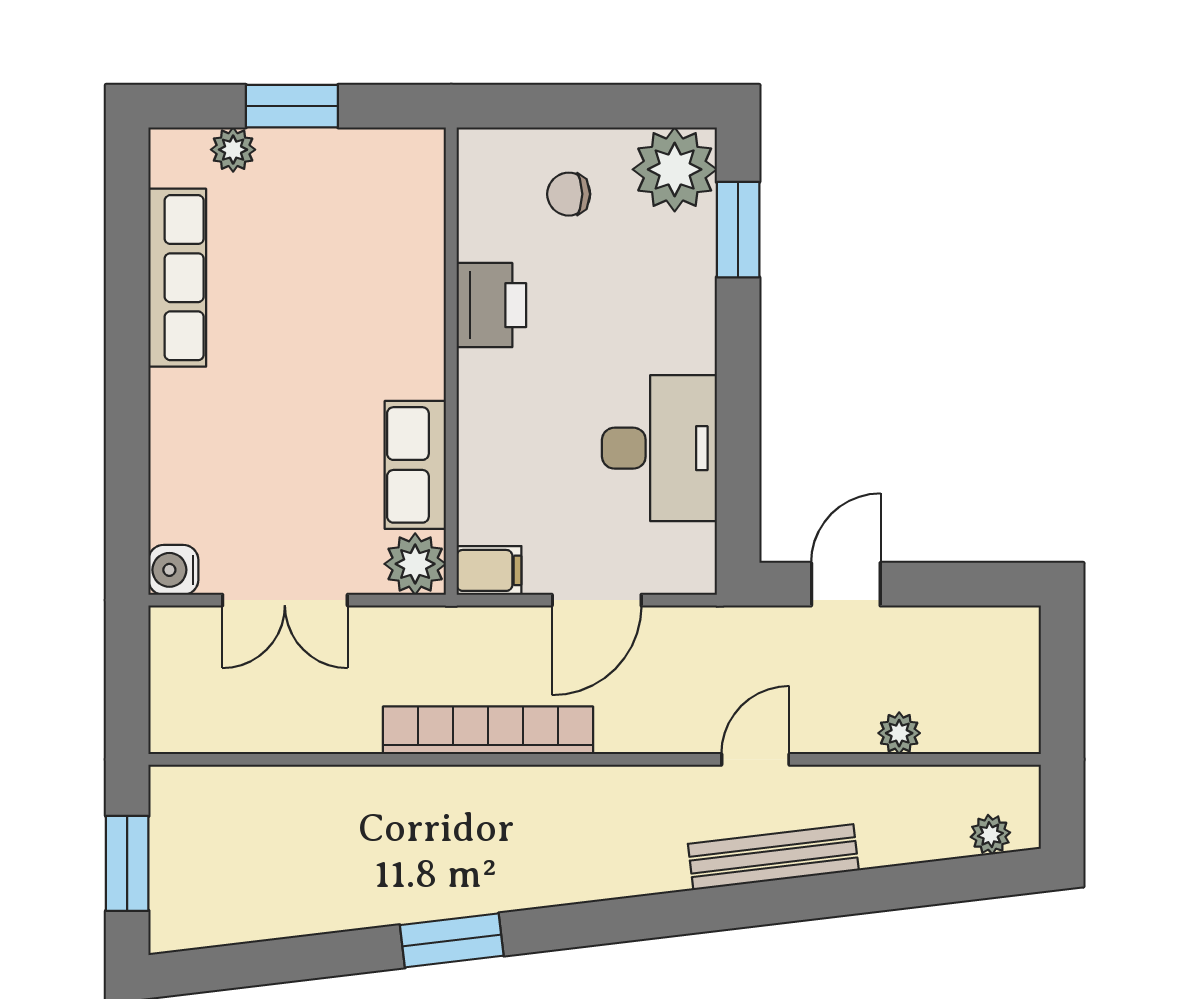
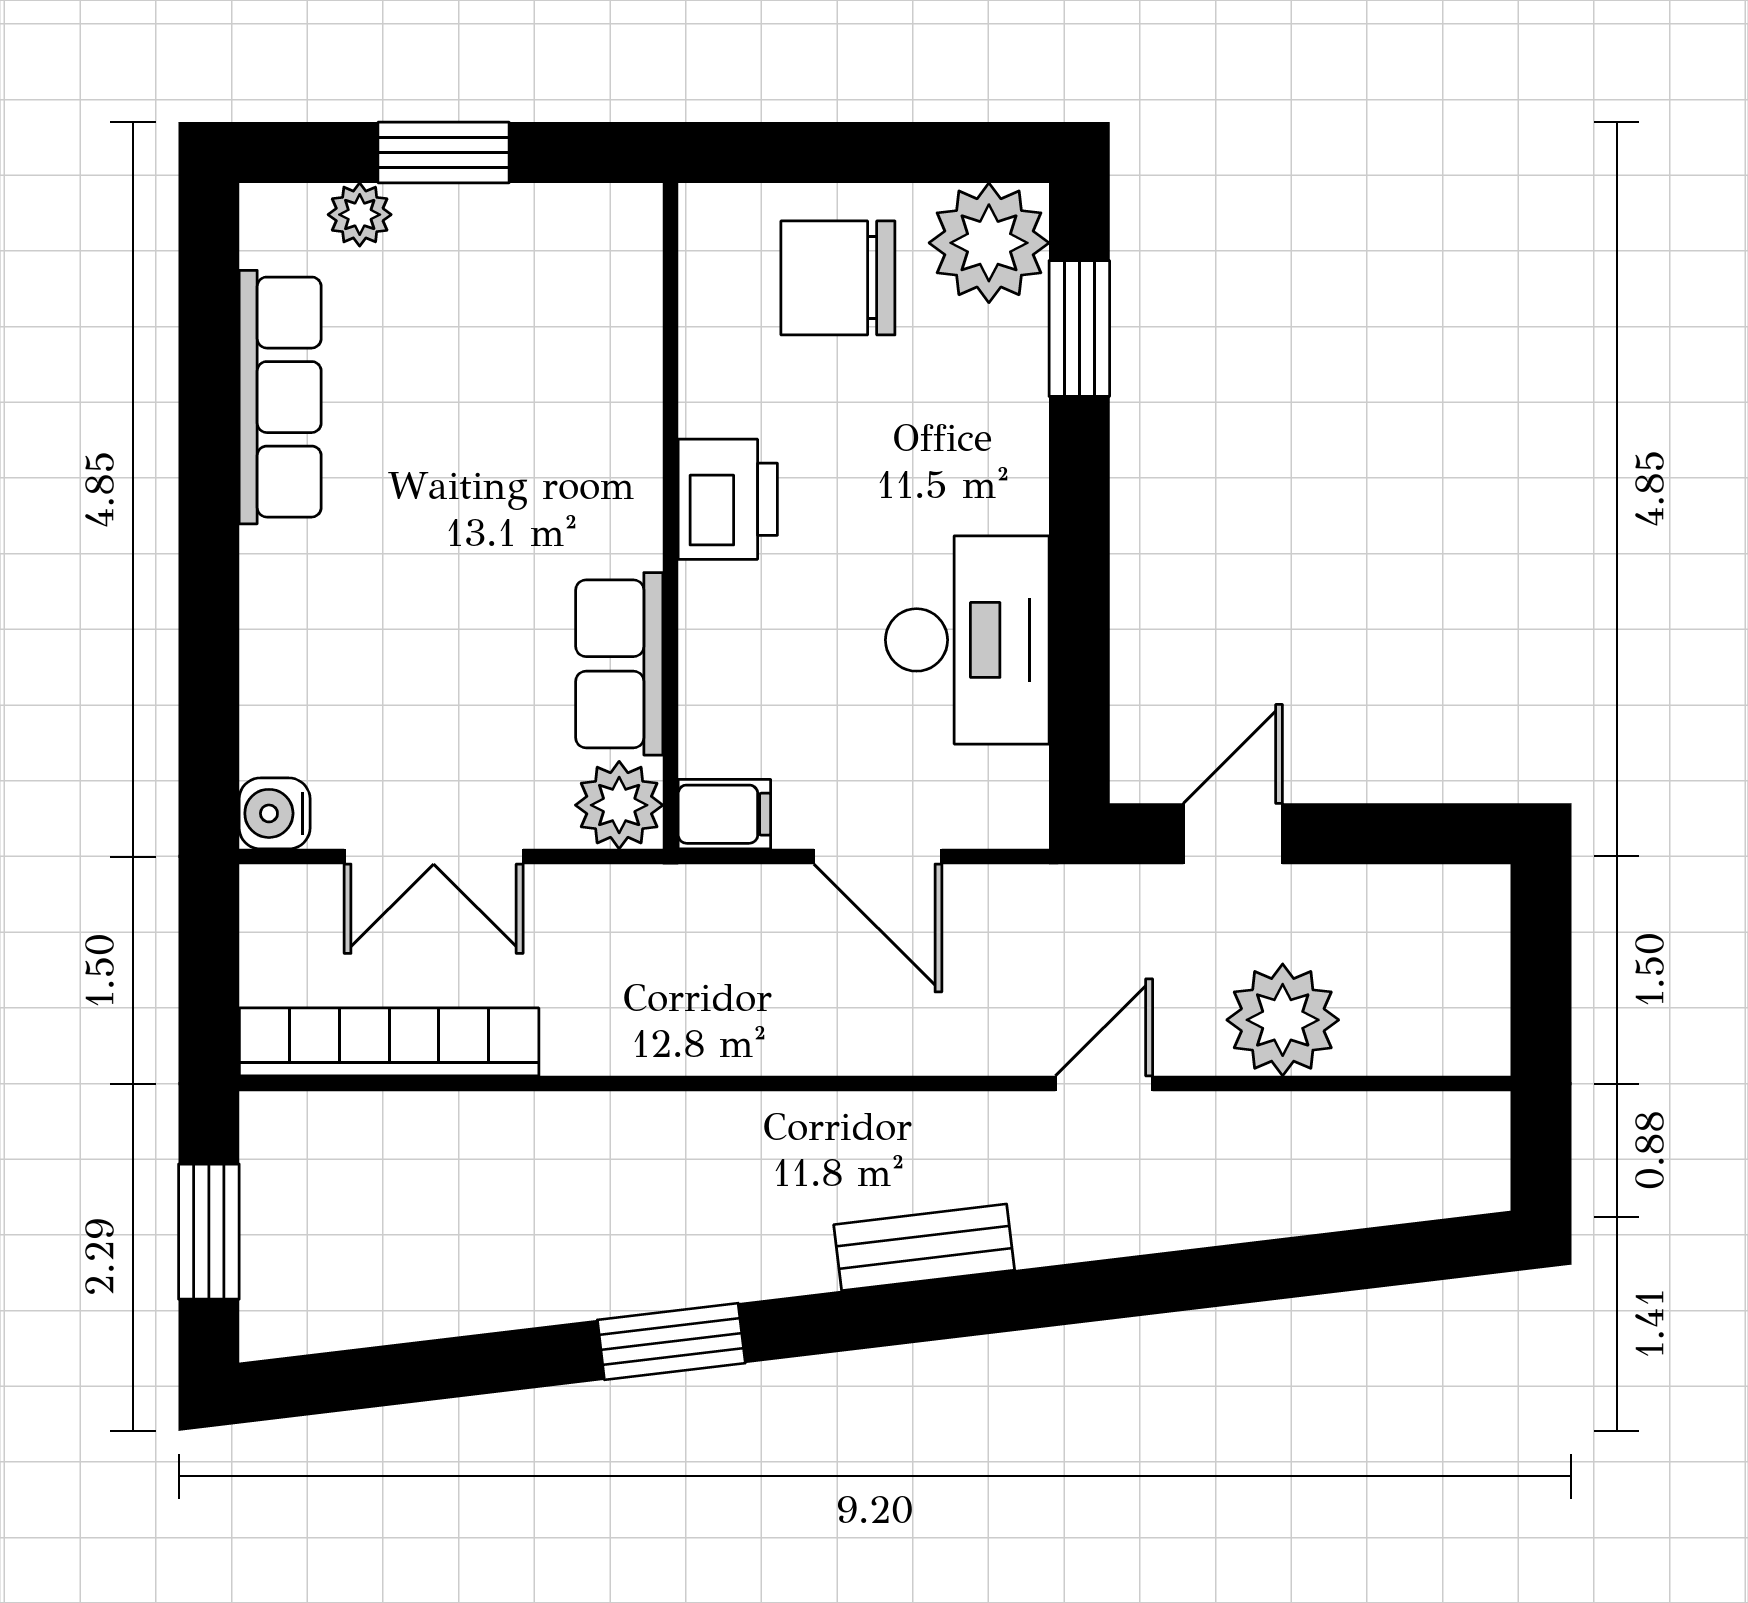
chair: (569, 194) -> (838, 278), width x1.87, depth x1.87
printer: (491, 305) -> (728, 499), moved
door: (597, 600) -> (878, 856), hinge flipped
bookcase: (488, 730) -> (389, 1042), moved
plant: (899, 733) -> (1283, 1020), width x1.87, depth x1.87
plant: (990, 835) -> (1439, 1191), removed
bench: (773, 857) -> (924, 1247), moved, width x0.73

